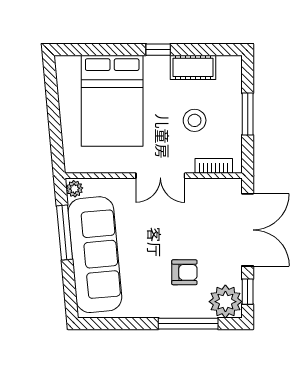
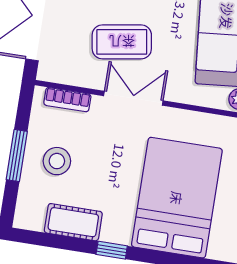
stool: (195, 120) -> (57, 161), moved
coffee table: (177, 220) -> (122, 42), added

